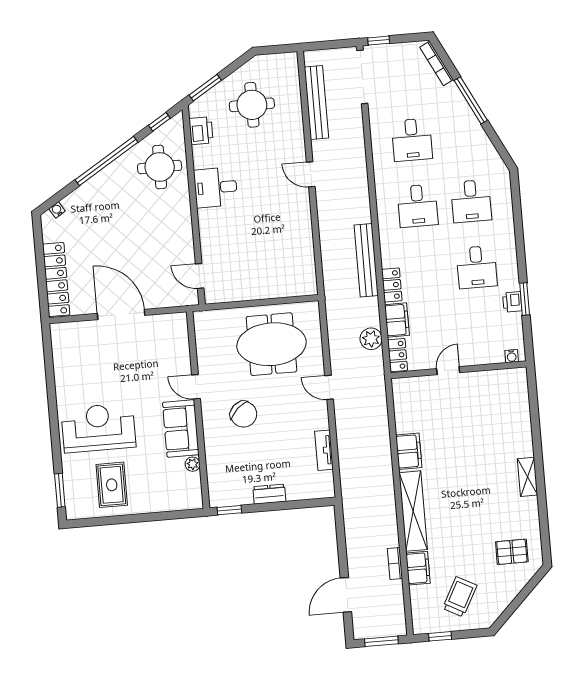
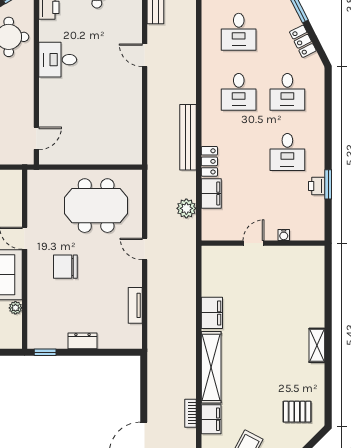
door: (200, 276) -> (36, 138), swing flipped
locker: (398, 355) -> (303, 41), moved, turned 153
water cooler: (512, 356) -> (284, 235), moved
chair: (244, 414) -> (65, 267), turned 133

